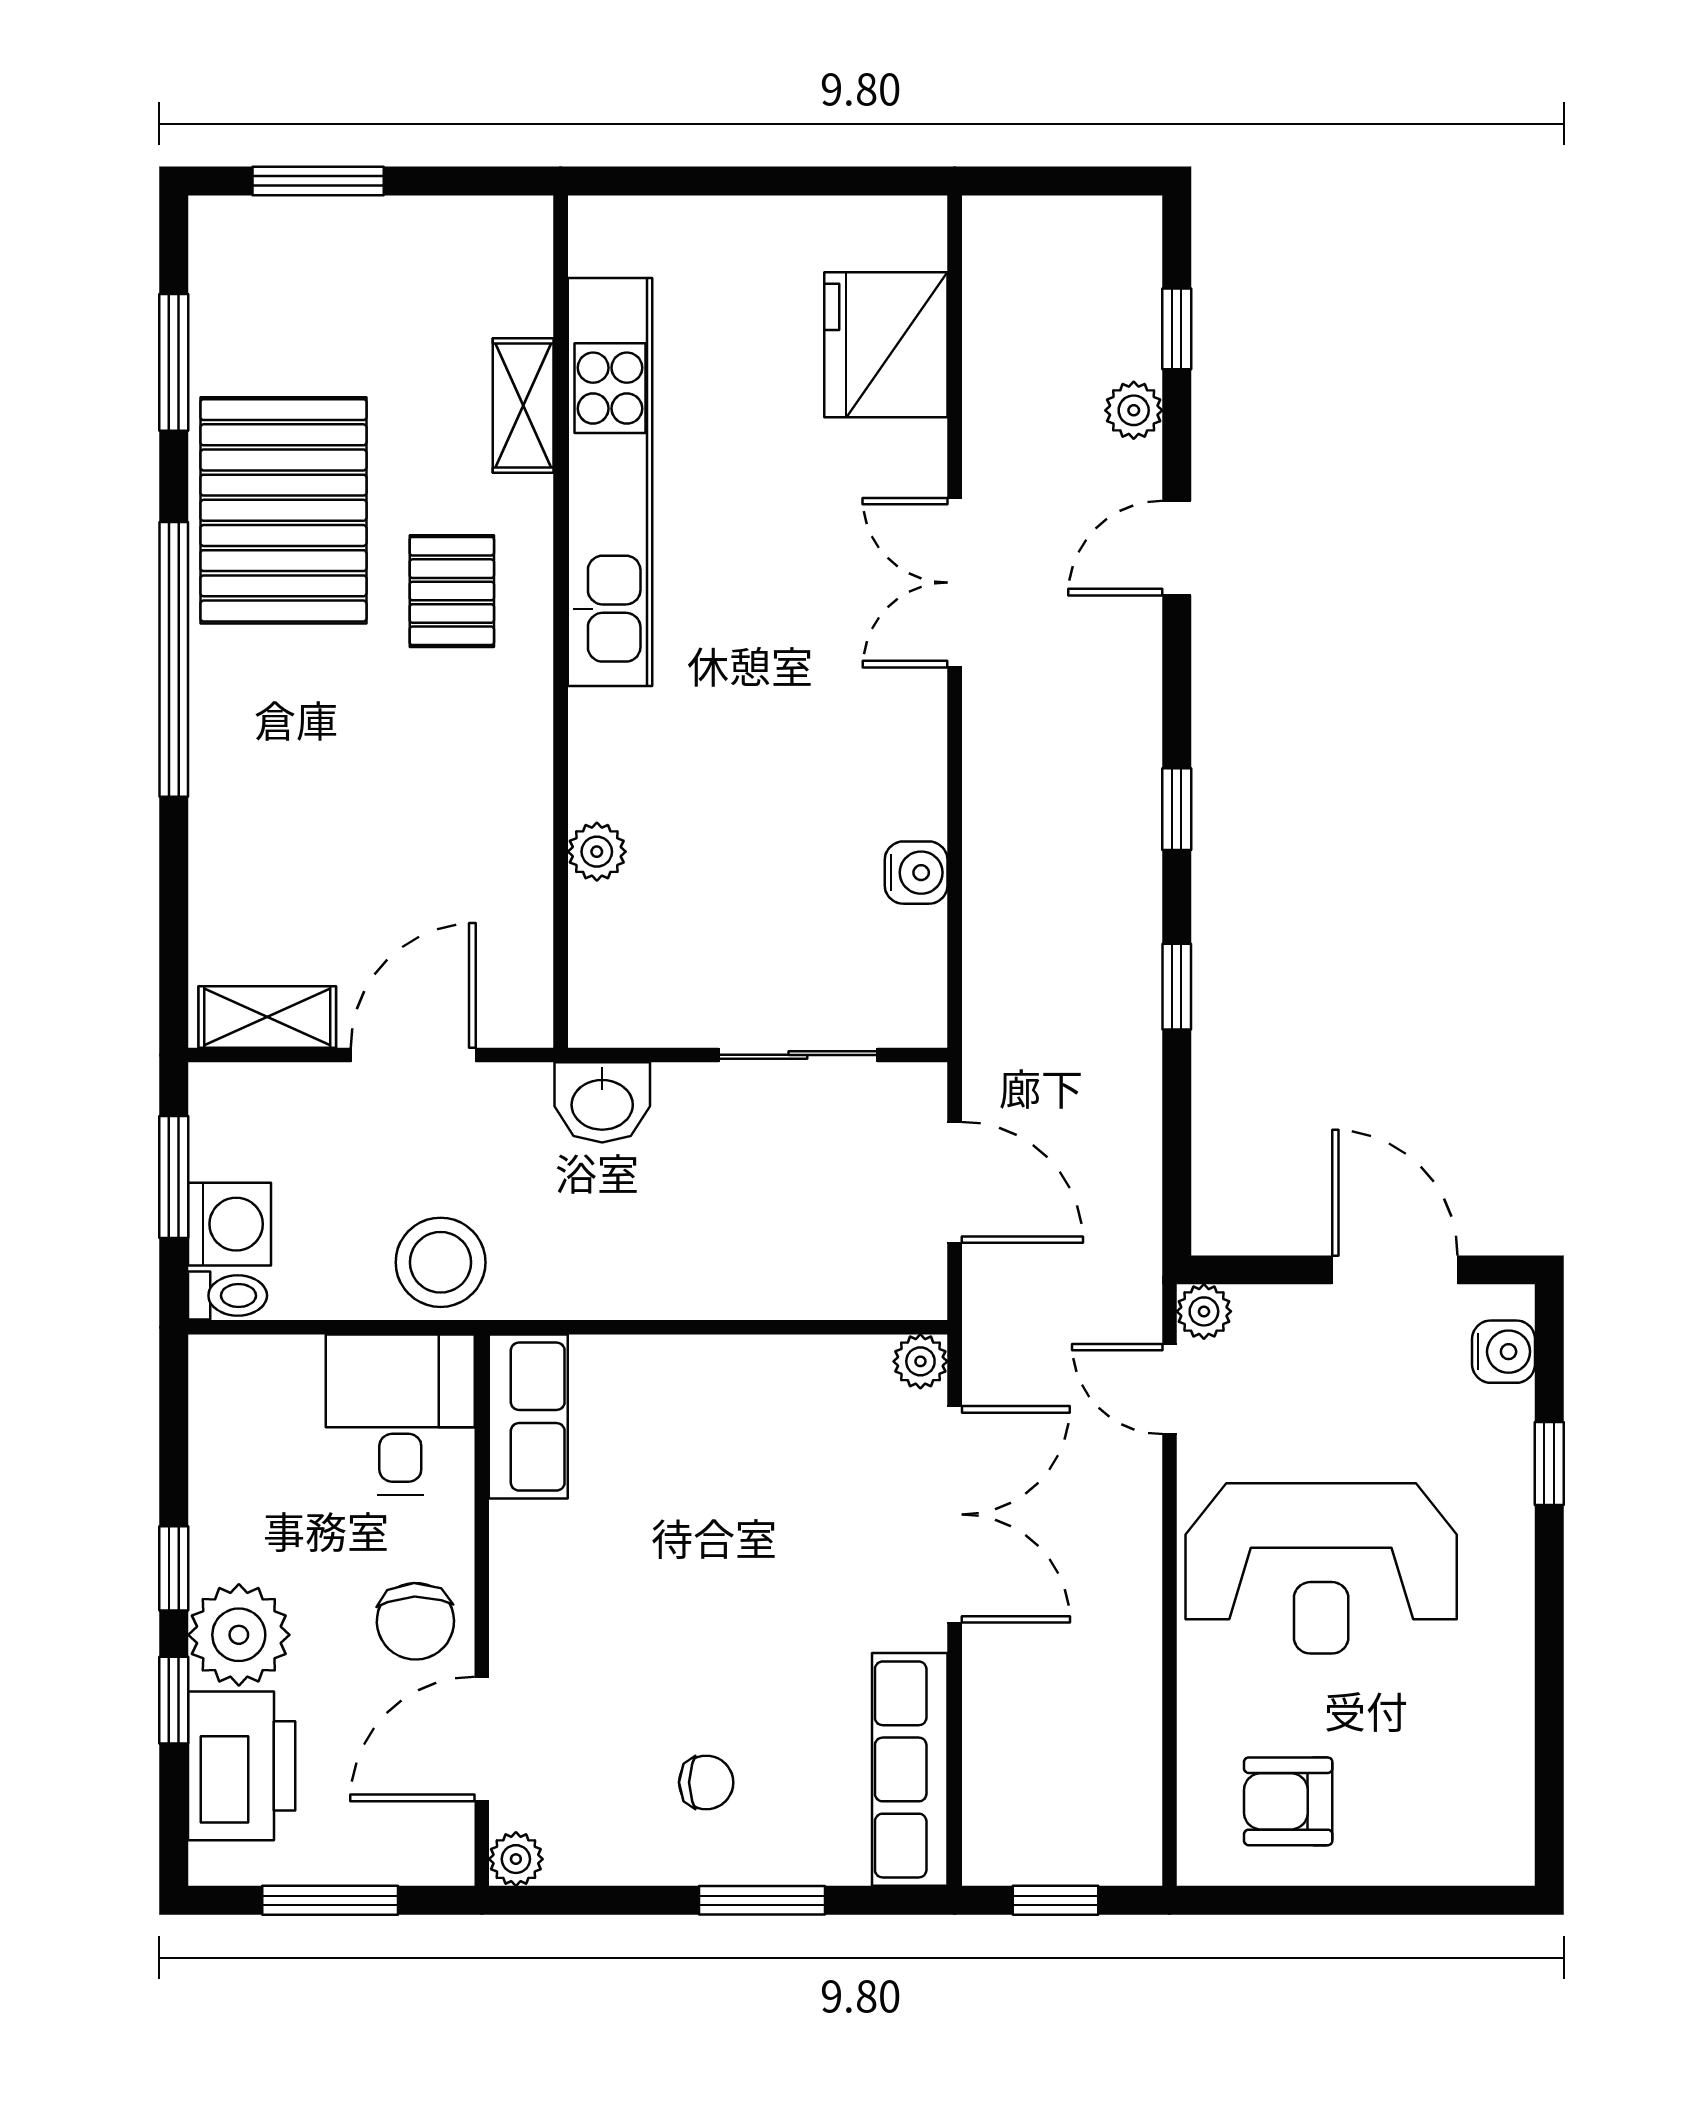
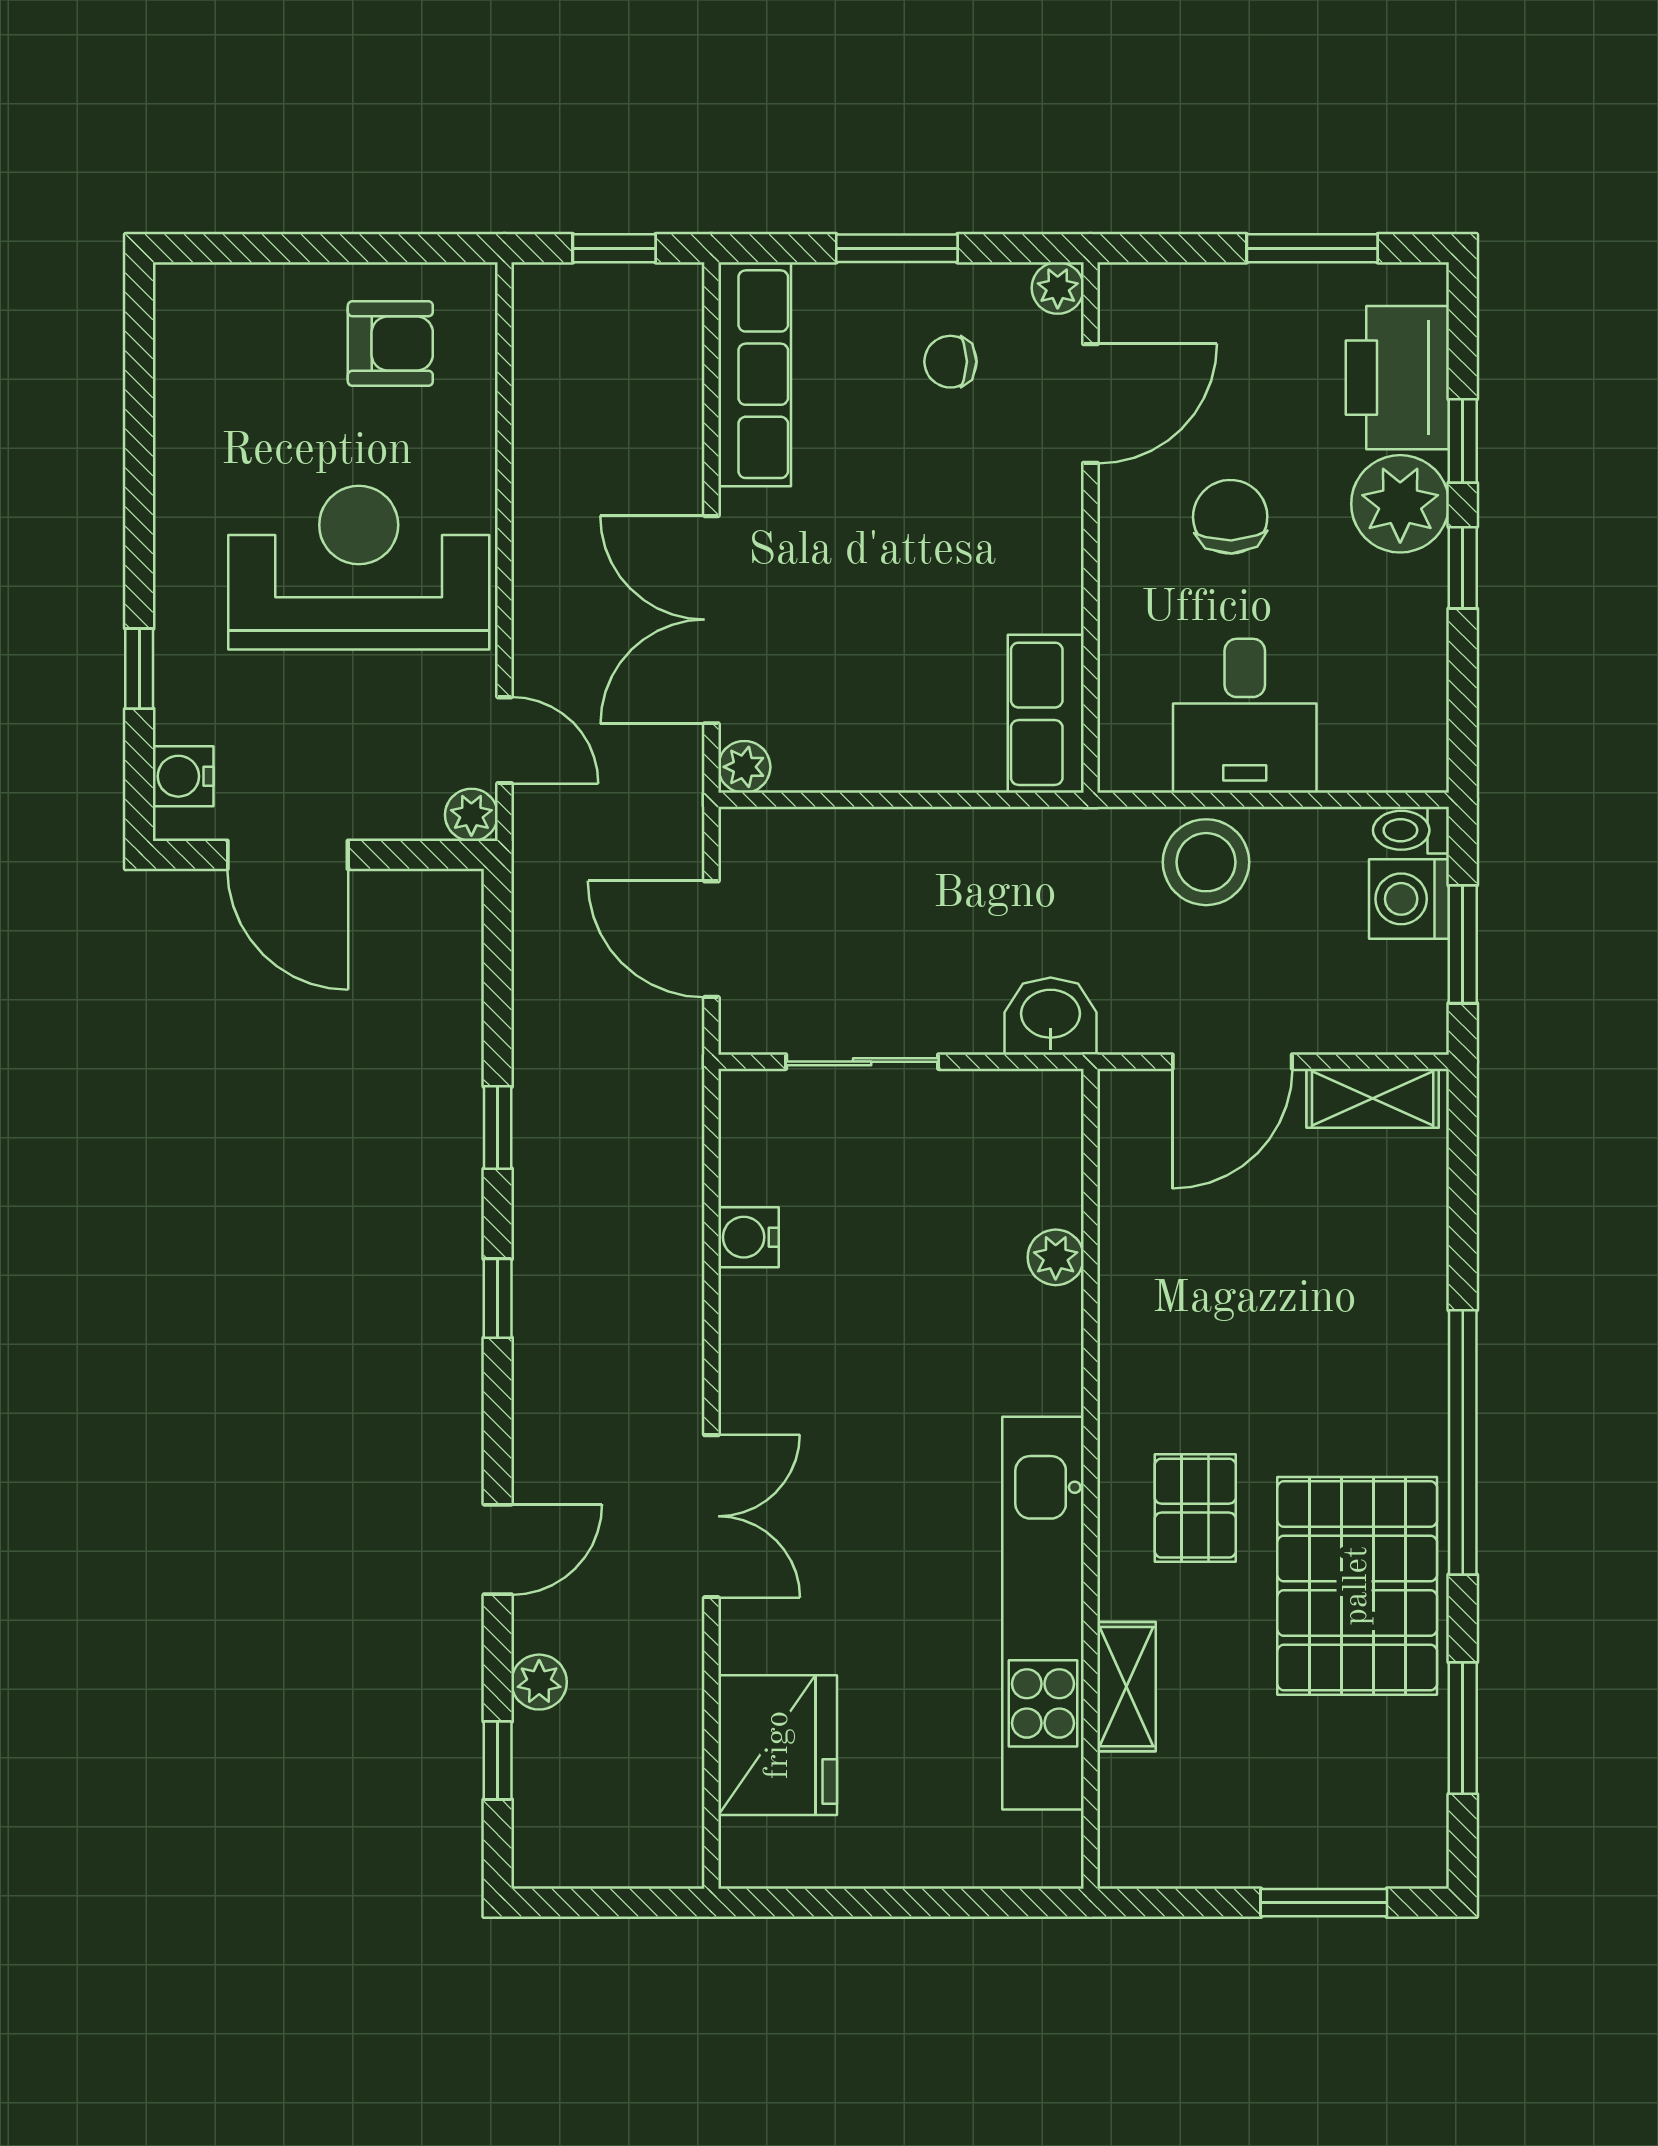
row of seats: (528, 1417) -> (1046, 714), moved
wall: (482, 1610) -> (1091, 527), moved
door: (482, 1739) -> (1091, 404), moved
plant: (516, 1859) -> (1058, 288), moved

